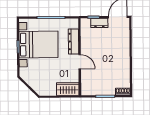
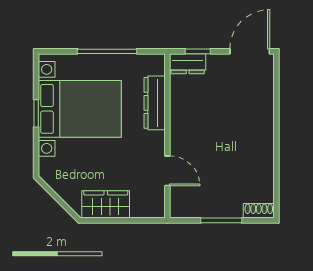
dresser: (99, 23) -> (188, 64), moved
door: (80, 62) -> (167, 171), moved
wardrobe: (68, 89) -> (106, 204), moved

